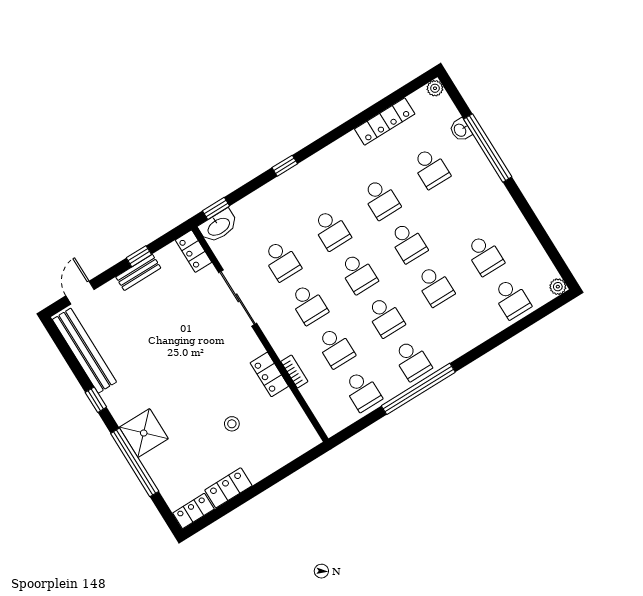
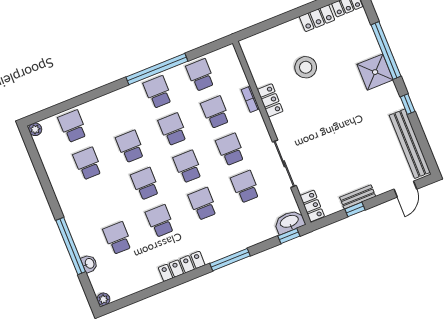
locker: (385, 121) -> (182, 266), moved
window: (285, 166) -> (230, 260), width x2.17
stool: (232, 424) -> (306, 67), width x1.89, depth x1.89

